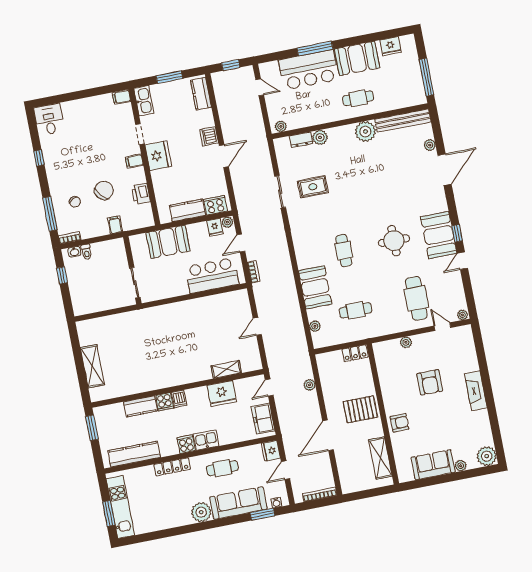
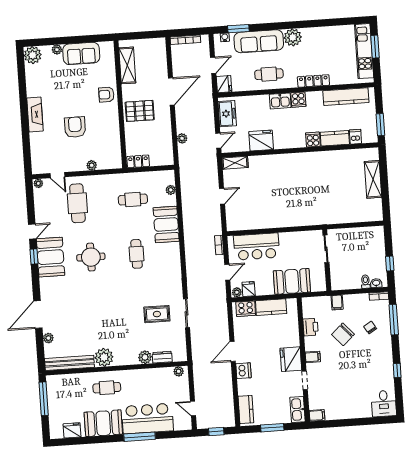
shelving: (226, 369) -> (235, 163), moved
dishwasher: (179, 399) -> (355, 137), moved

